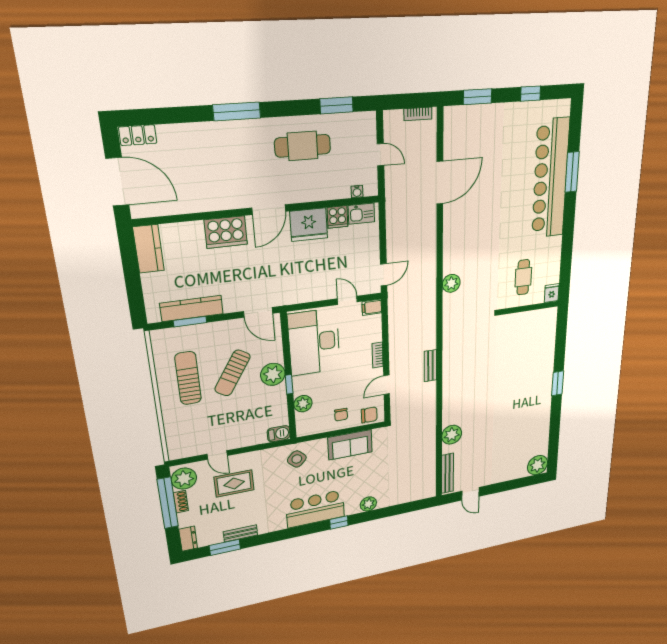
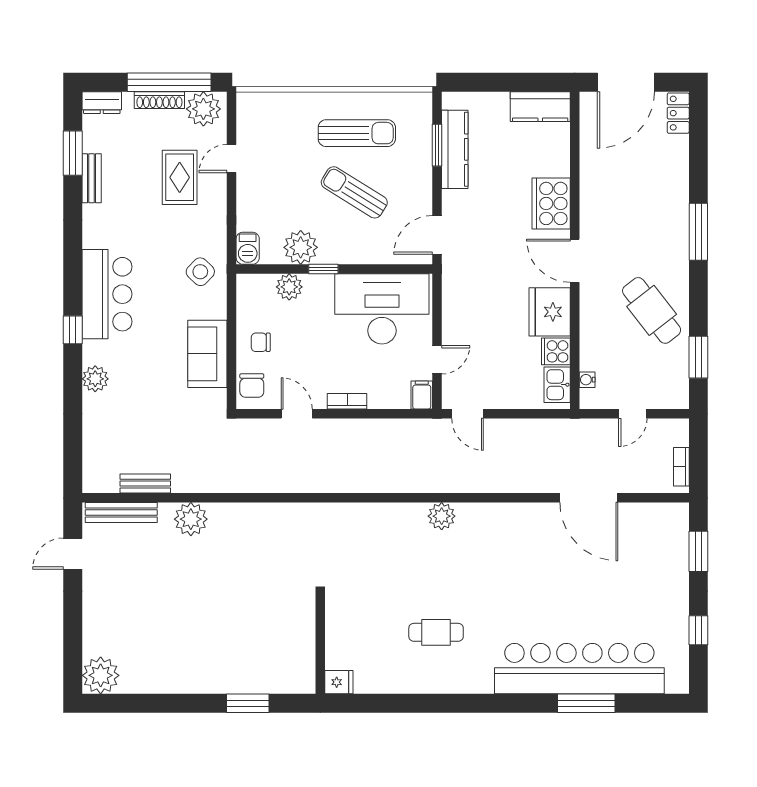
cafe table: (303, 146) -> (652, 310), turned -38
fridge: (552, 293) -> (339, 682), moved
wall: (529, 308) -> (320, 645), moved
bench: (430, 366) -> (145, 484), moved
plant: (273, 374) -> (301, 247), moved
shoe rack: (181, 502) -> (159, 100), width x1.43

